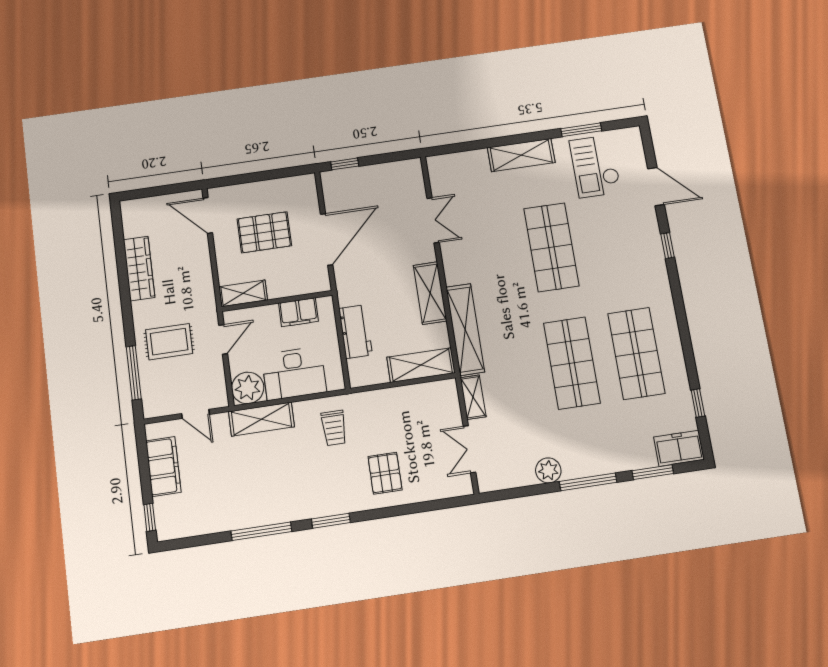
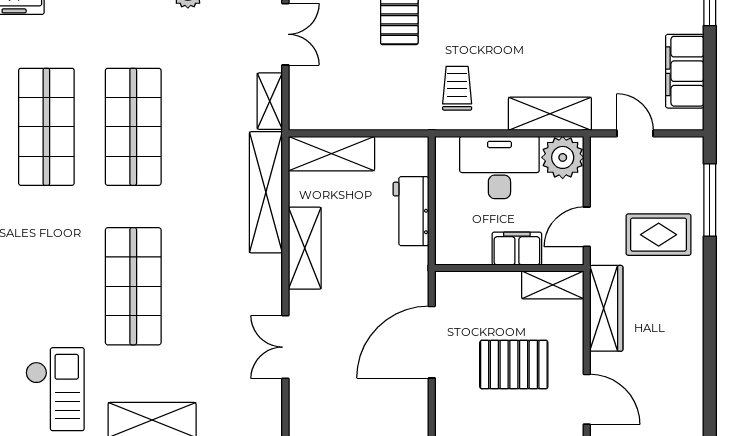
wardrobe: (139, 268) -> (606, 308), moved, turned 180
filing cabinet: (298, 312) -> (517, 249), moved

